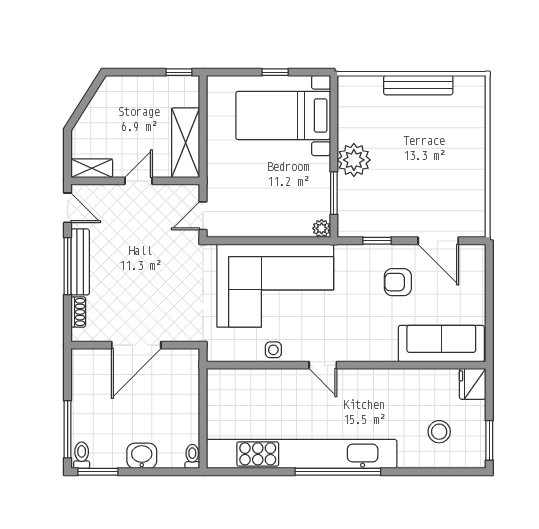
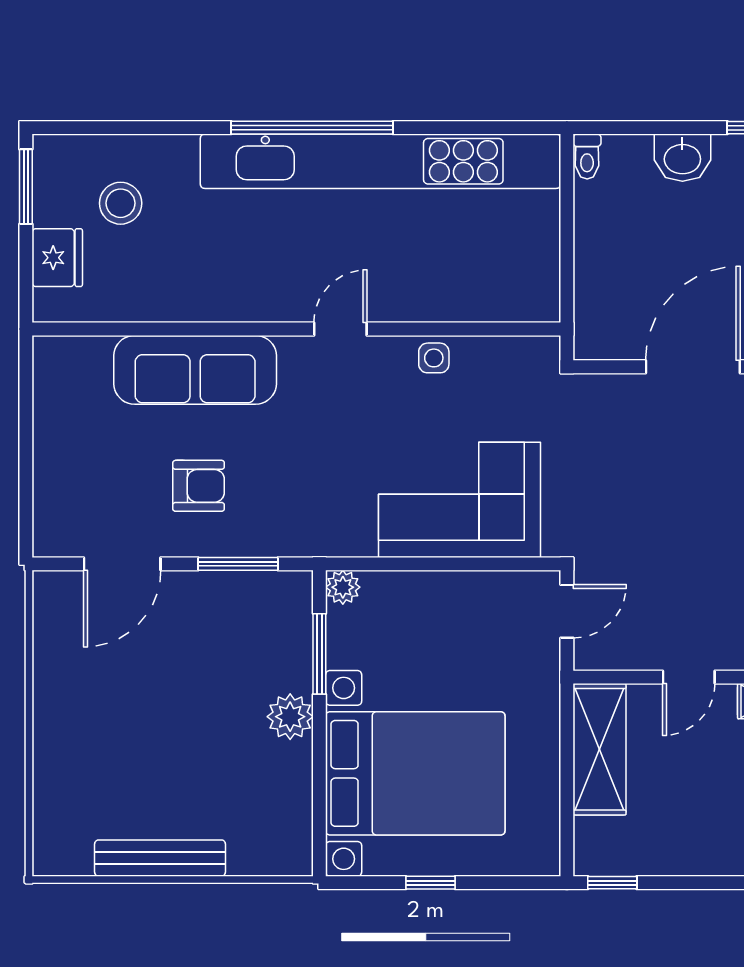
bed with nightstands: (283, 115) -> (415, 773), width x1.36
plant: (354, 160) -> (290, 717), width x0.73, depth x0.73
window: (377, 241) -> (238, 564), width x1.50
door: (438, 241) -> (122, 564), swing flipped
corner sofa: (275, 286) -> (459, 500), width x0.73, depth x0.74
sofa: (441, 344) -> (195, 370), moved
door: (323, 365) -> (340, 329), hinge flipped
fridge: (473, 384) -> (57, 258), moved

